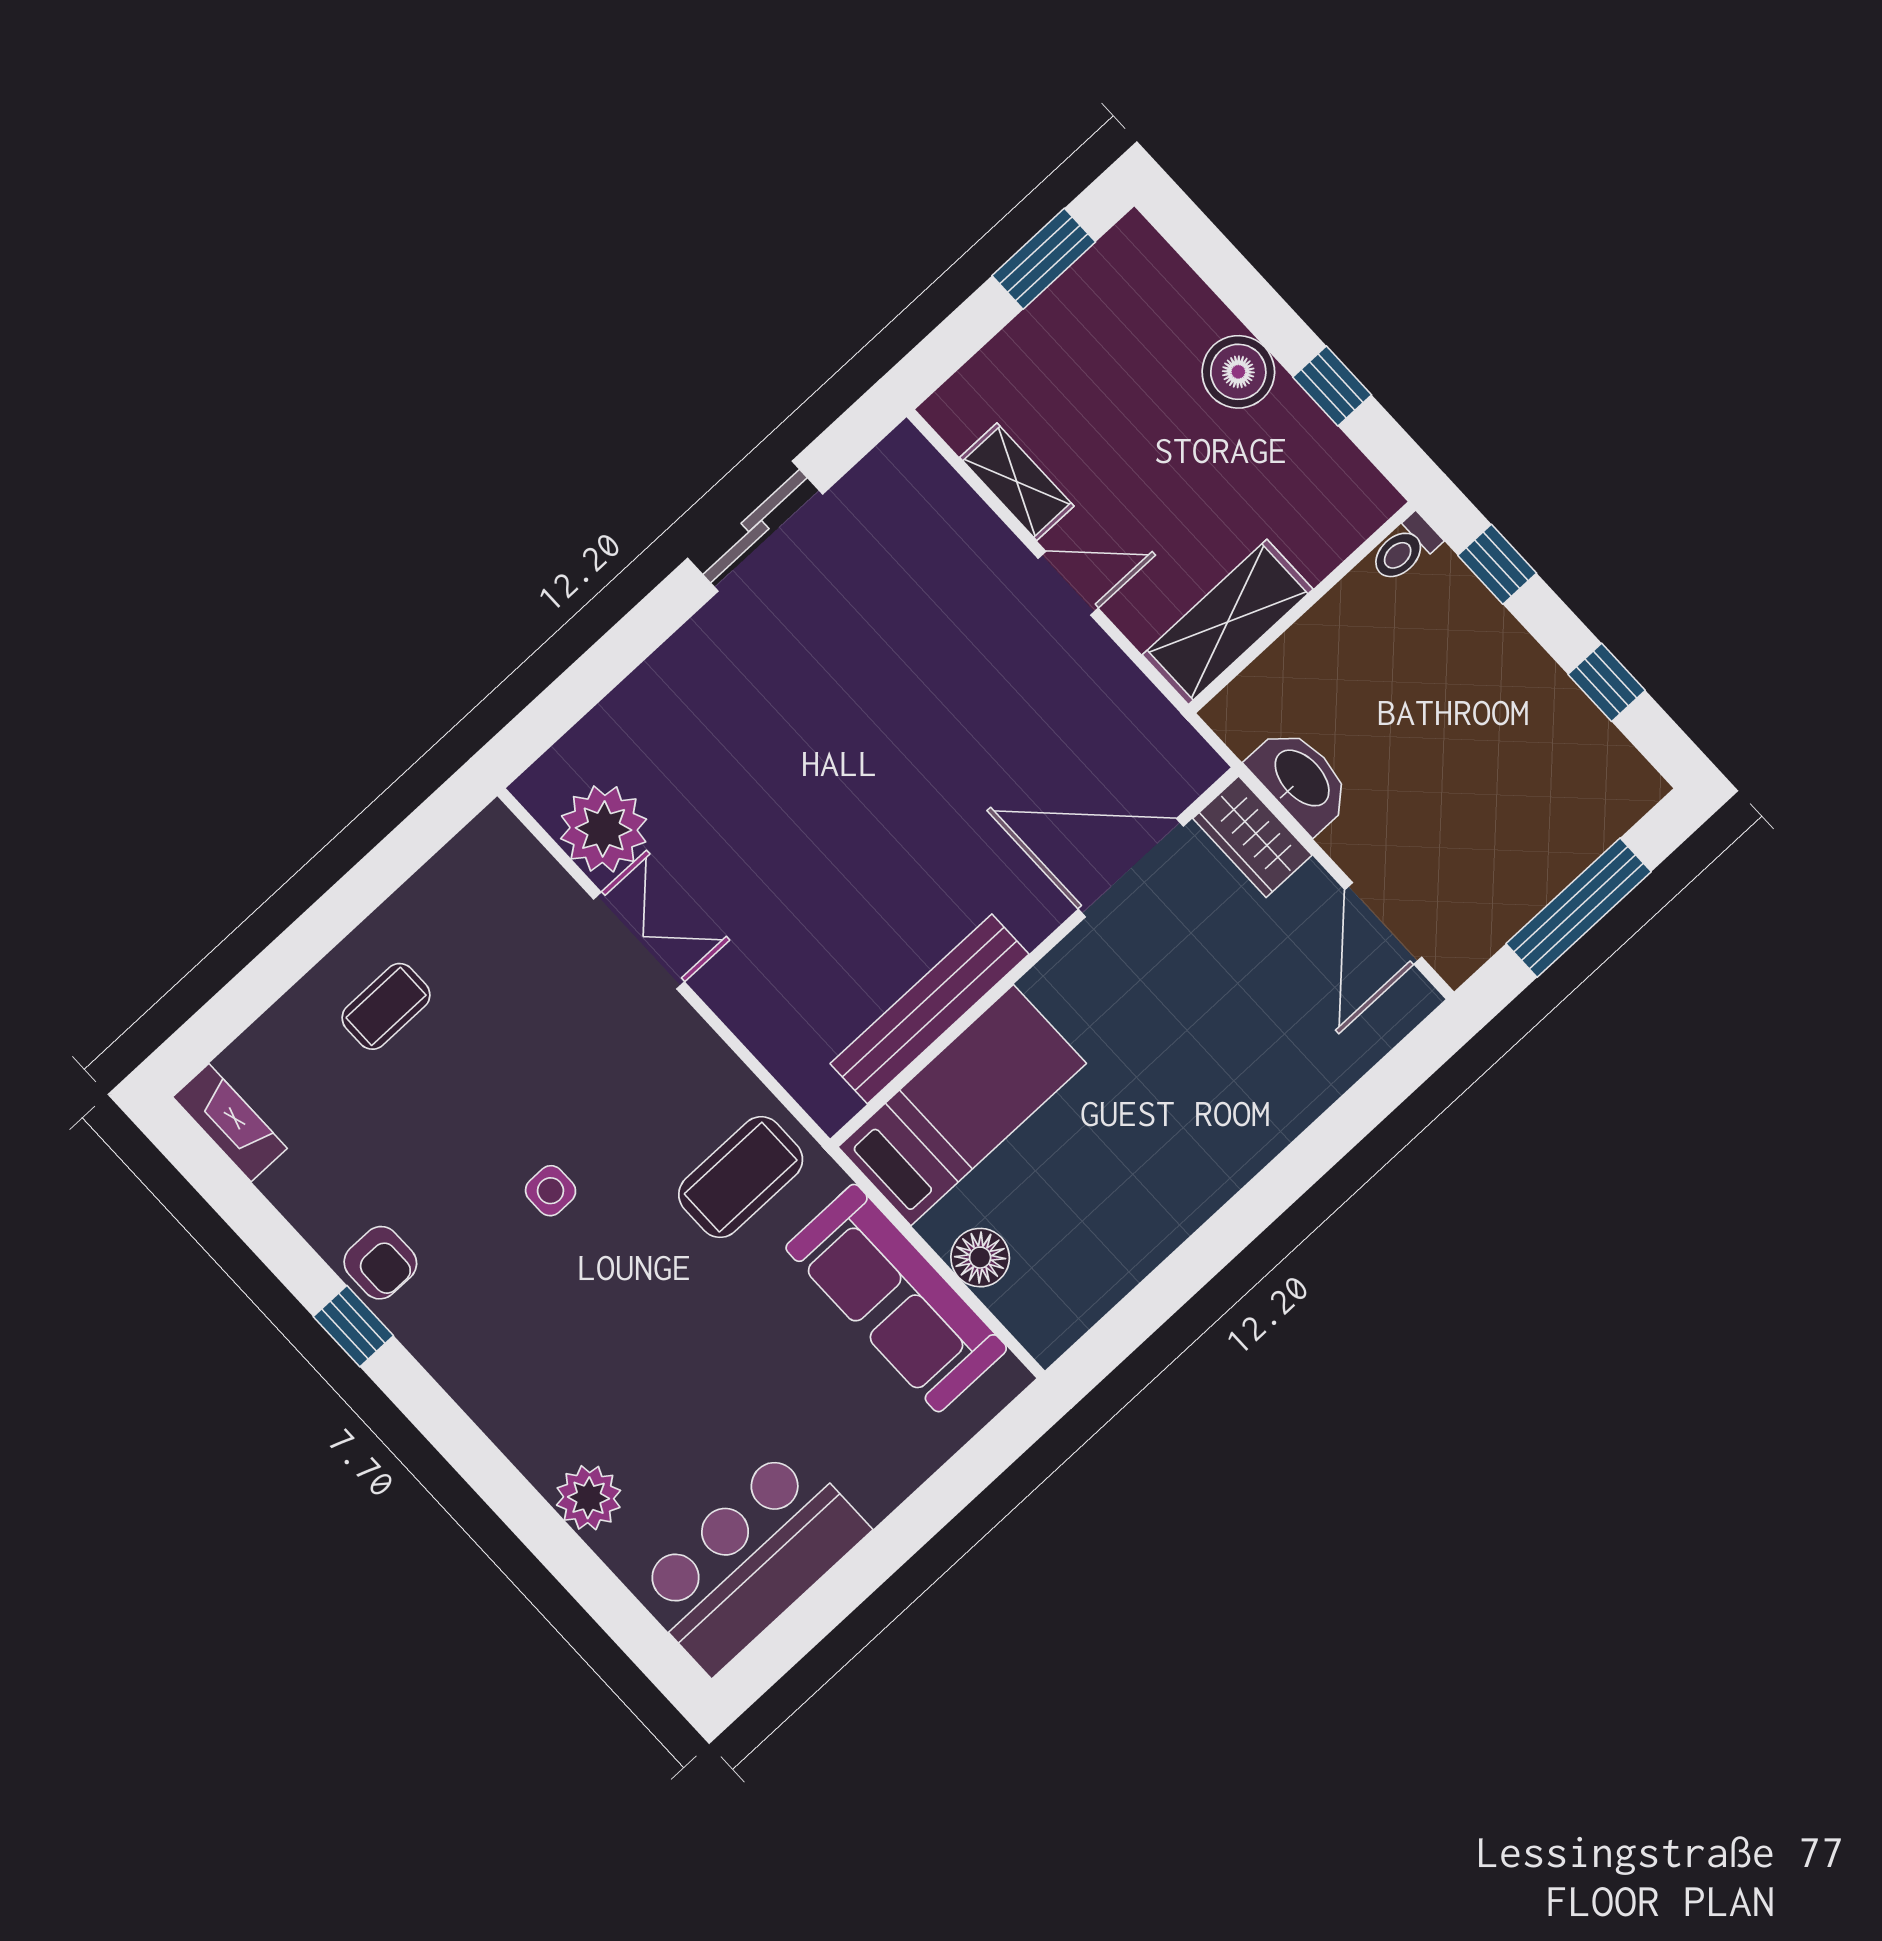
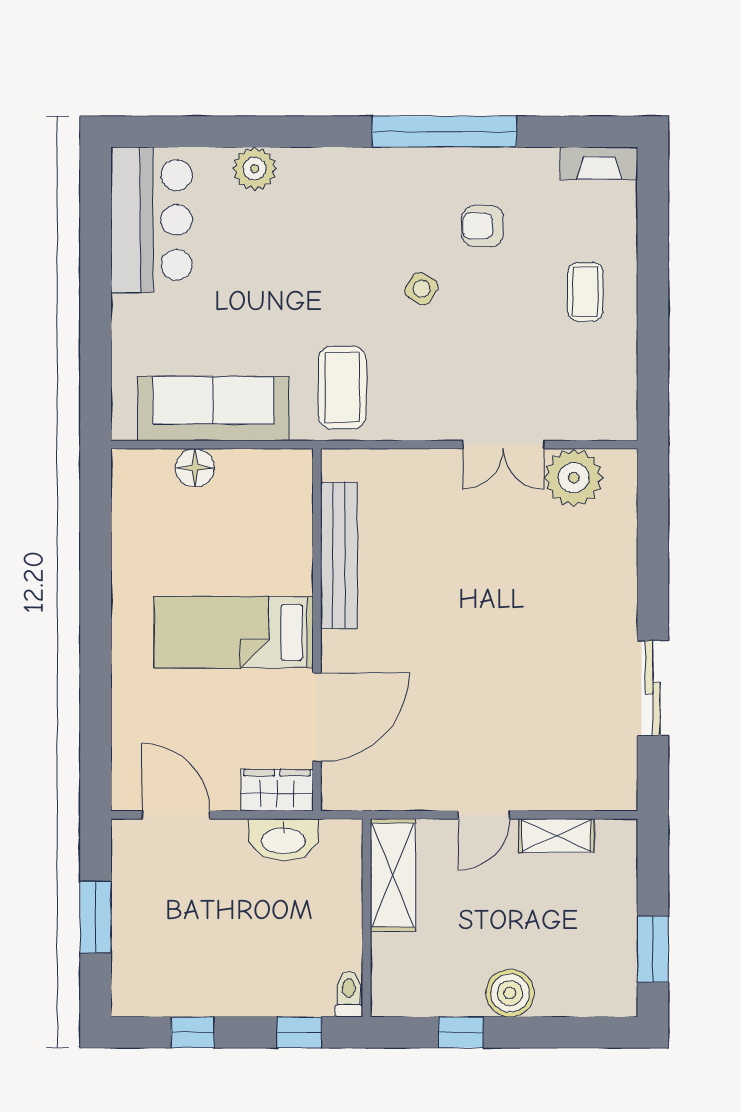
window: (1579, 908) -> (96, 917), width x0.69
bed: (962, 1105) -> (234, 632), moved, turned 90
side table: (551, 1191) -> (421, 289), turned 31
armchair: (380, 1263) -> (483, 226), moved
window: (353, 1326) -> (444, 132), width x3.17

